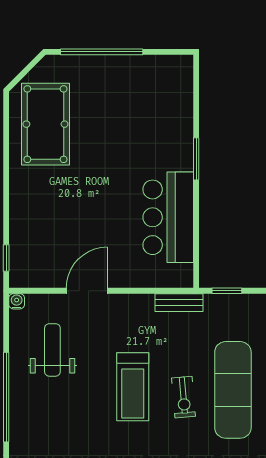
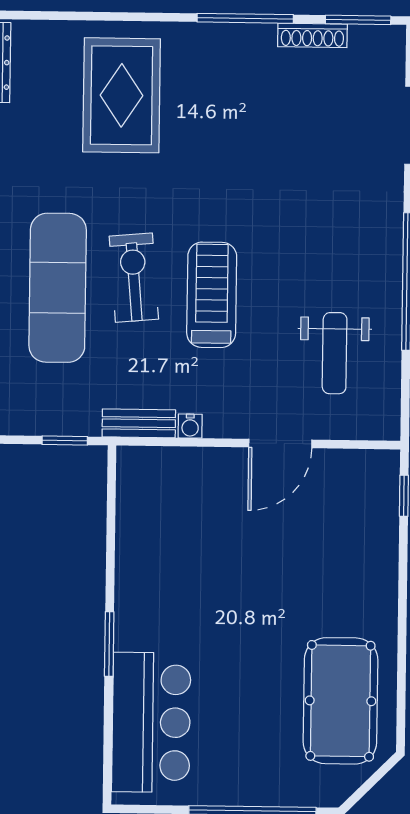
bar counter: (168, 217) -> (151, 722), moved
water cooler: (17, 301) -> (190, 426), moved
exercise bike: (183, 397) -> (134, 278), width x1.38, depth x1.39

